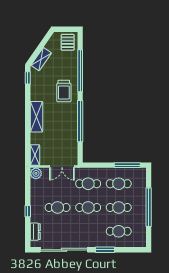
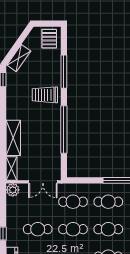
window: (80, 71) -> (64, 72), width x0.68
trolley: (64, 91) -> (45, 95), turned 90
shelving: (36, 117) -> (13, 138), moved

